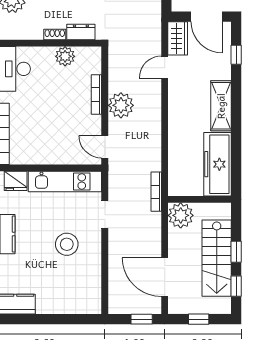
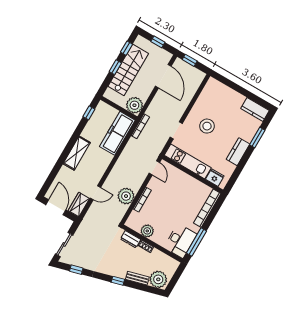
window: (236, 55) -> (89, 113), moved
plant: (121, 105) -> (126, 196), moved
freezer: (217, 164) -> (117, 133), moved, turned 180

